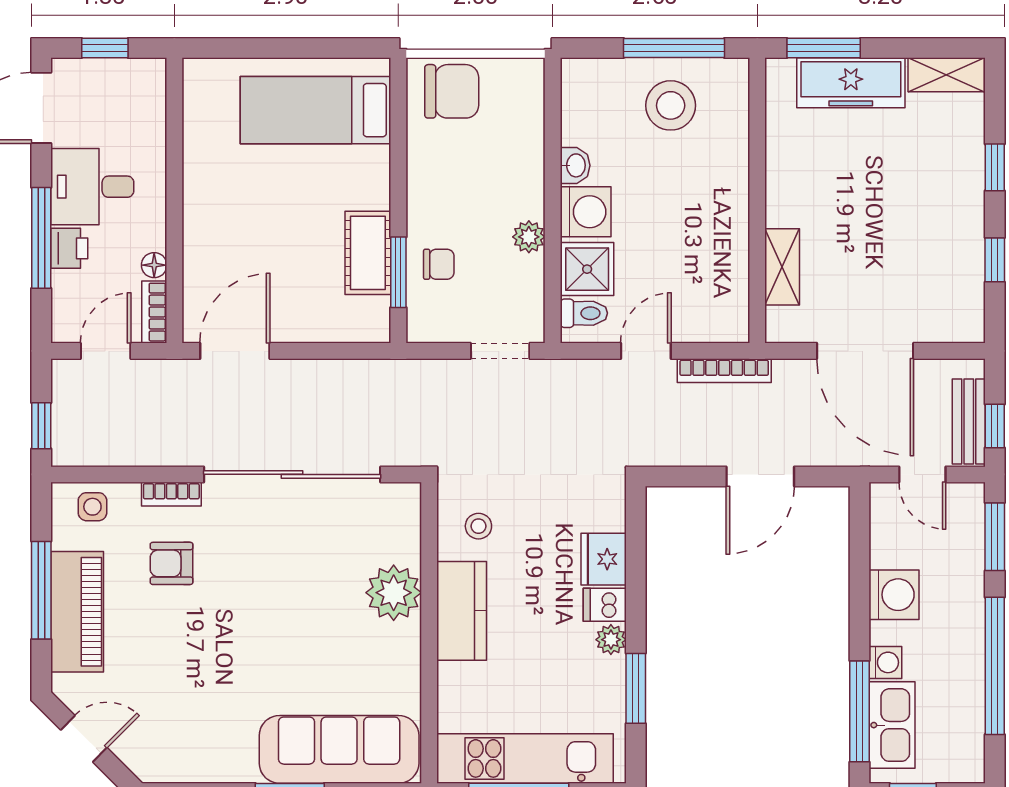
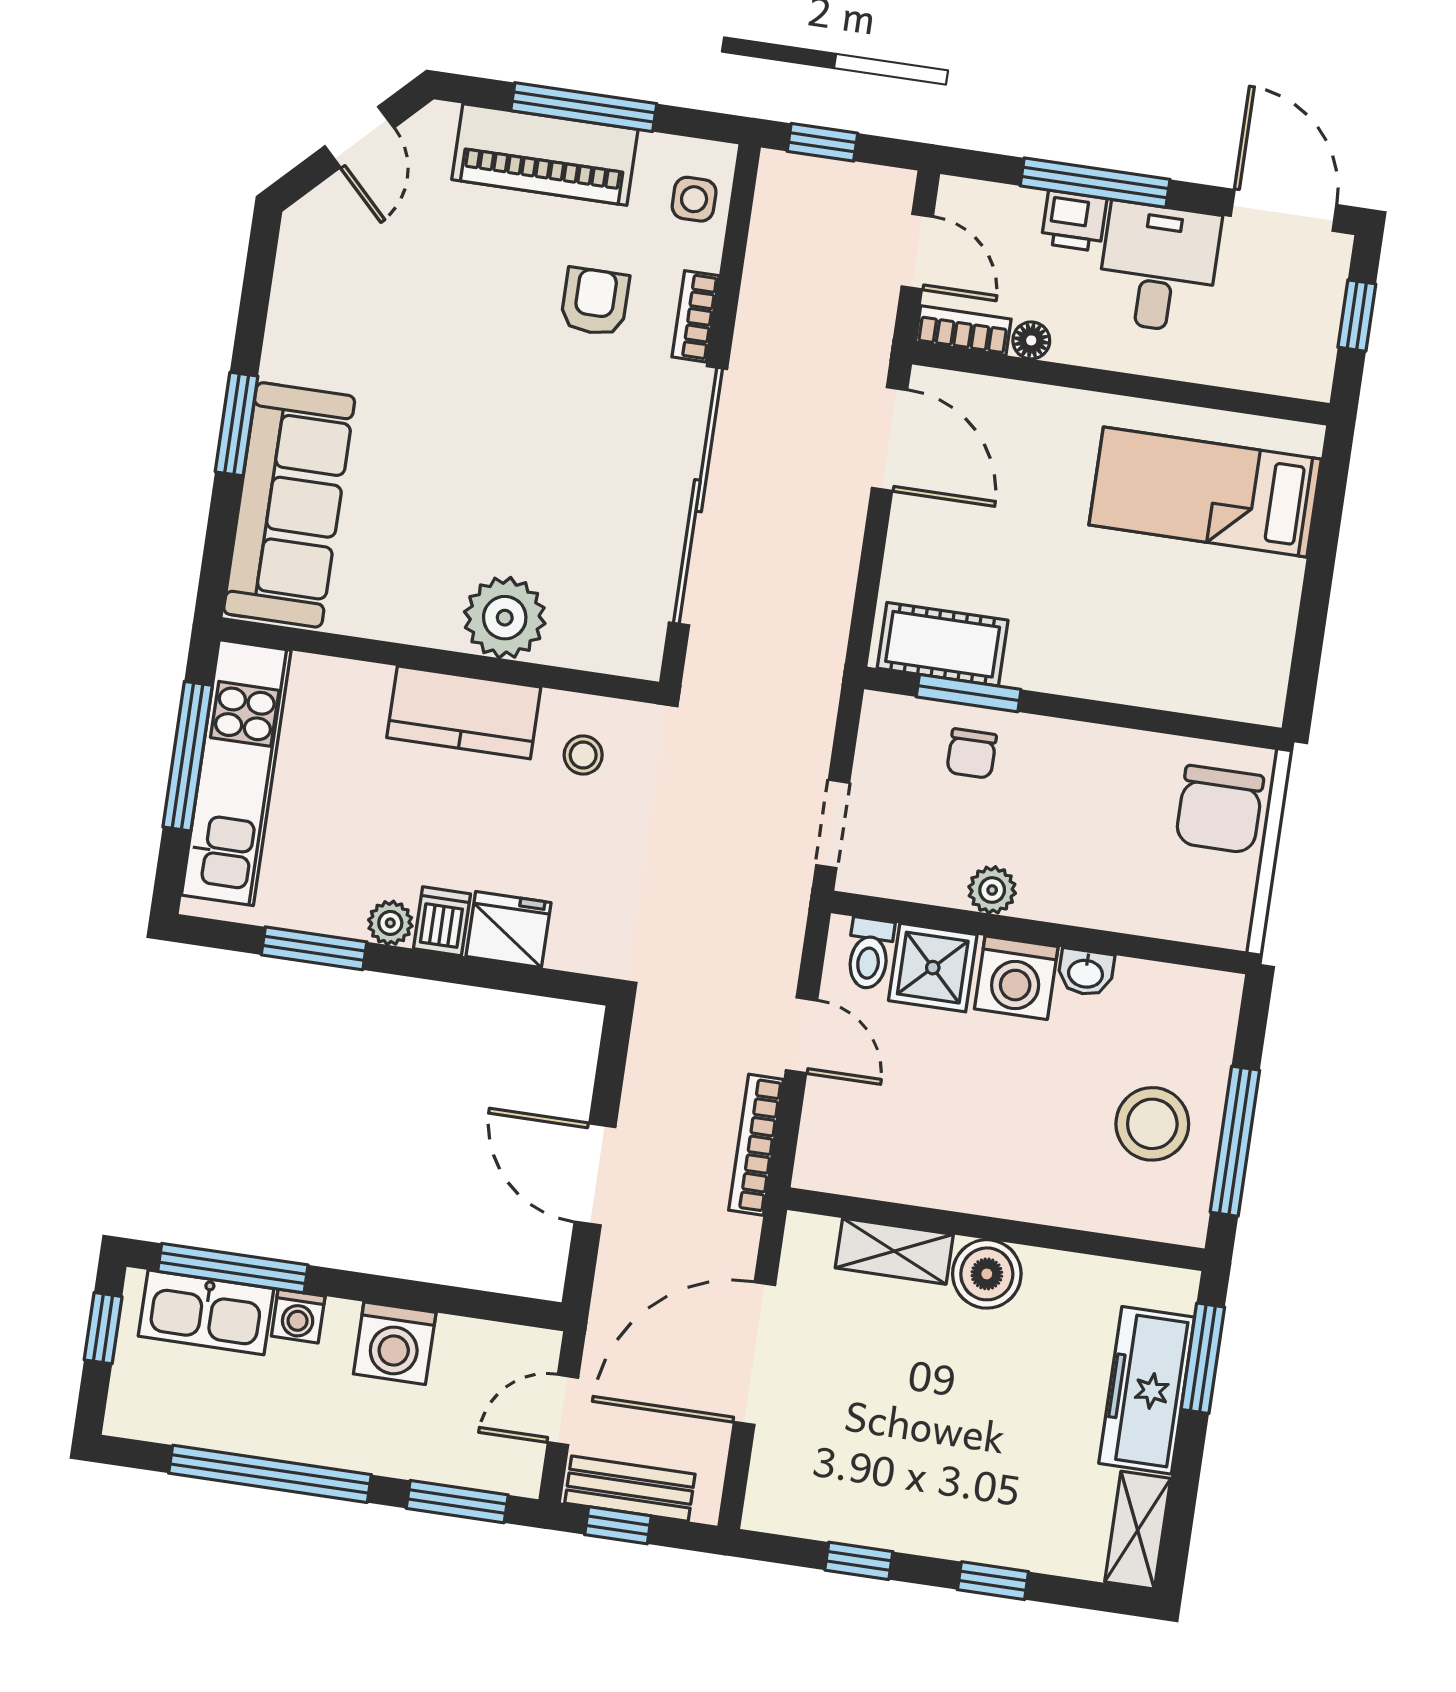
bed: (315, 110) -> (1205, 492), moved, turned -90
boiler: (788, 202) -> (987, 1274), added
cot: (368, 253) -> (943, 644), moved

